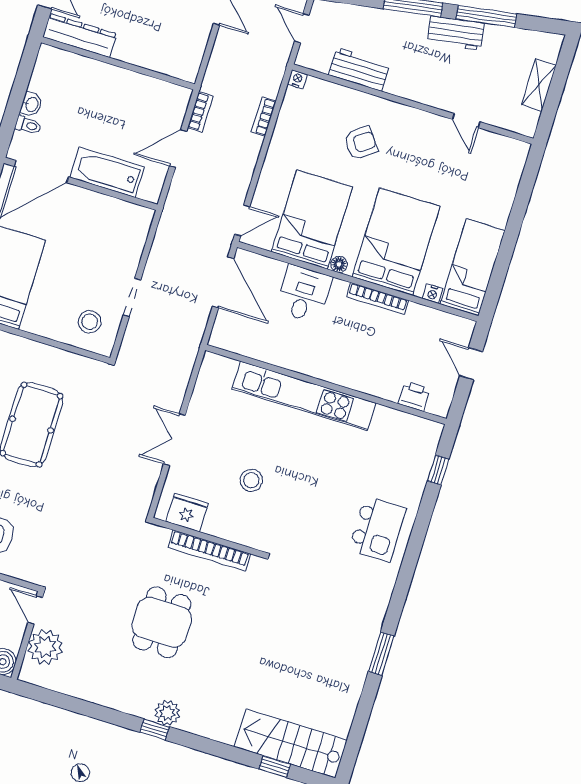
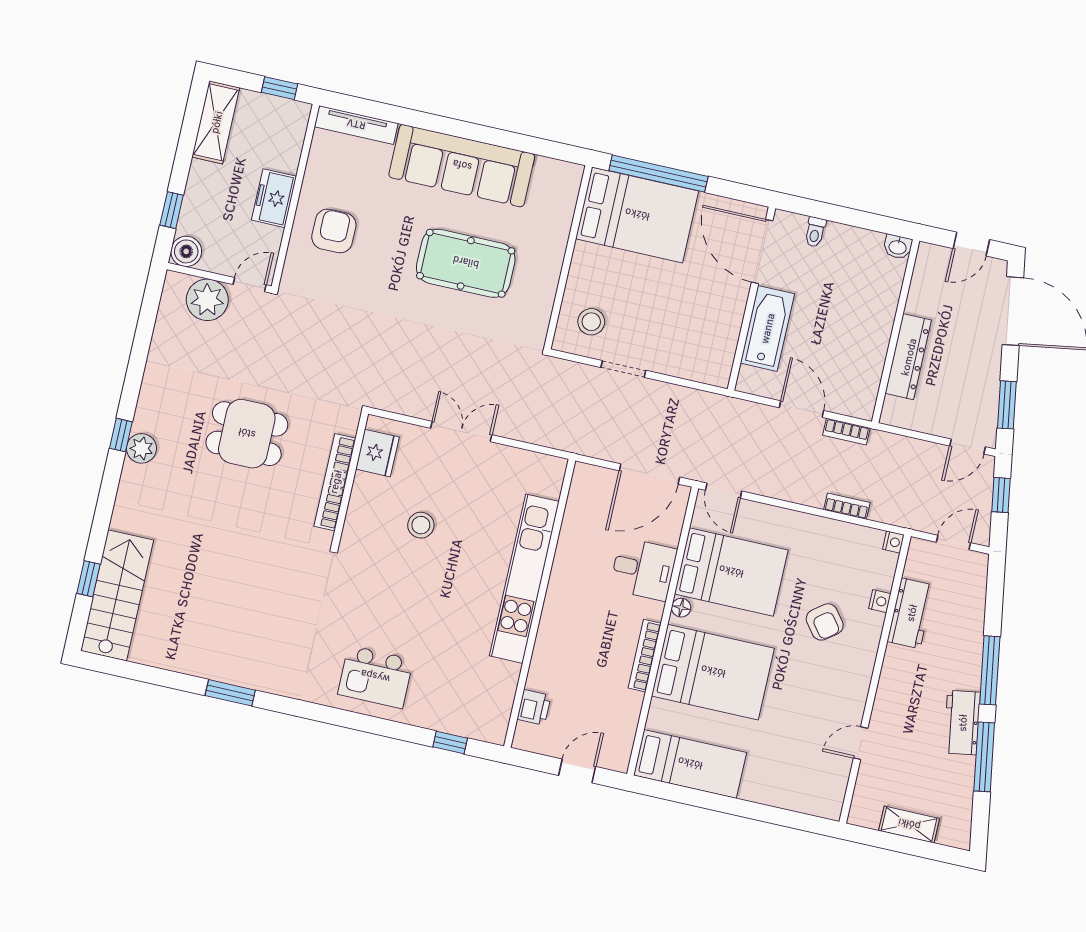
dresser: (80, 35) -> (908, 357), moved
washbasin: (31, 104) -> (898, 247), moved
nightstand: (433, 293) -> (880, 601), moved, turned 180

